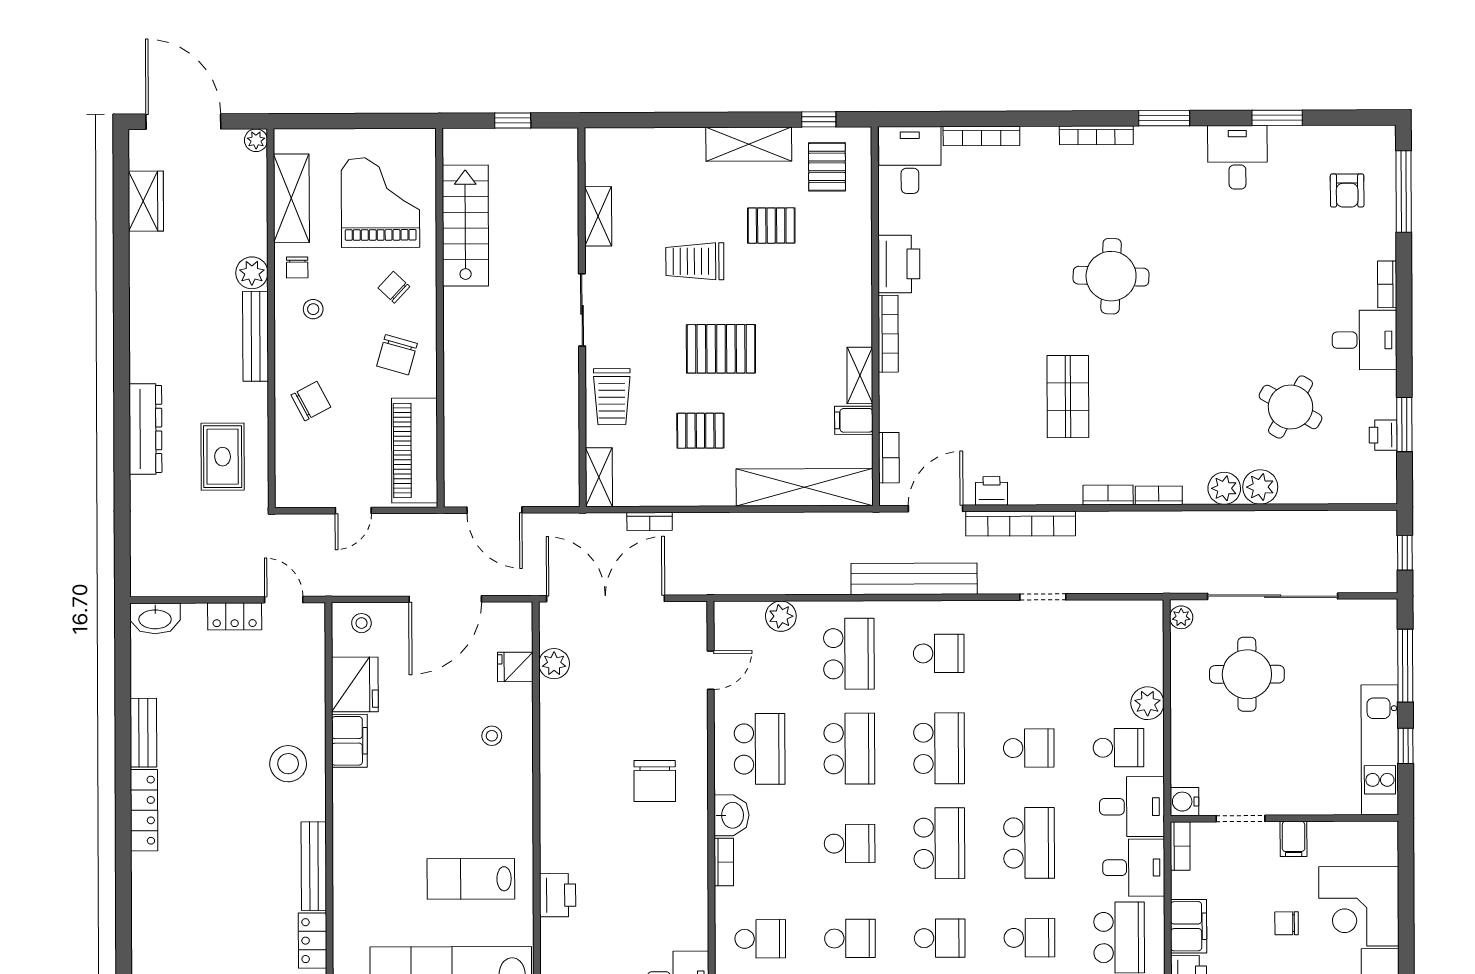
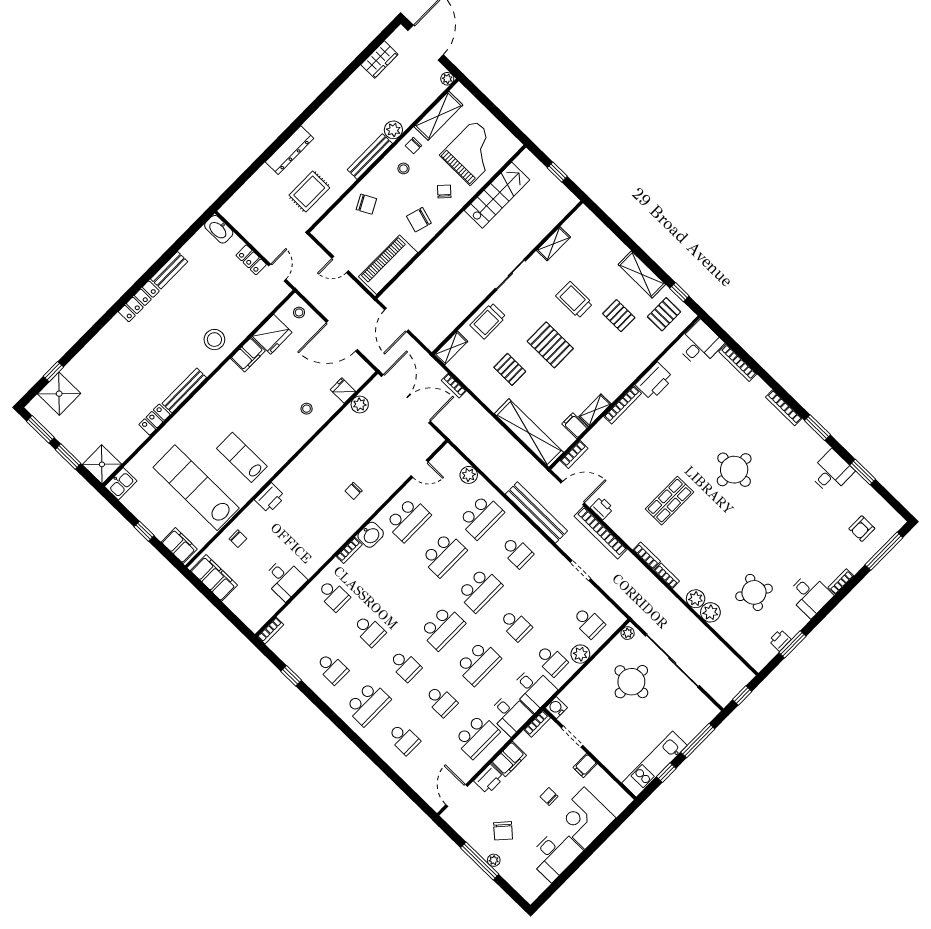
chair: (655, 781) -> (354, 491), width x0.54, depth x0.54
school desk: (850, 844) -> (589, 622), moved

